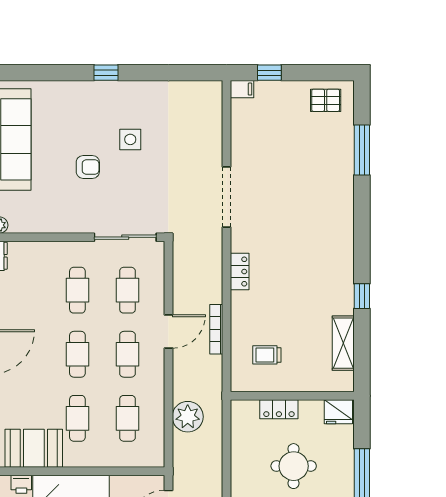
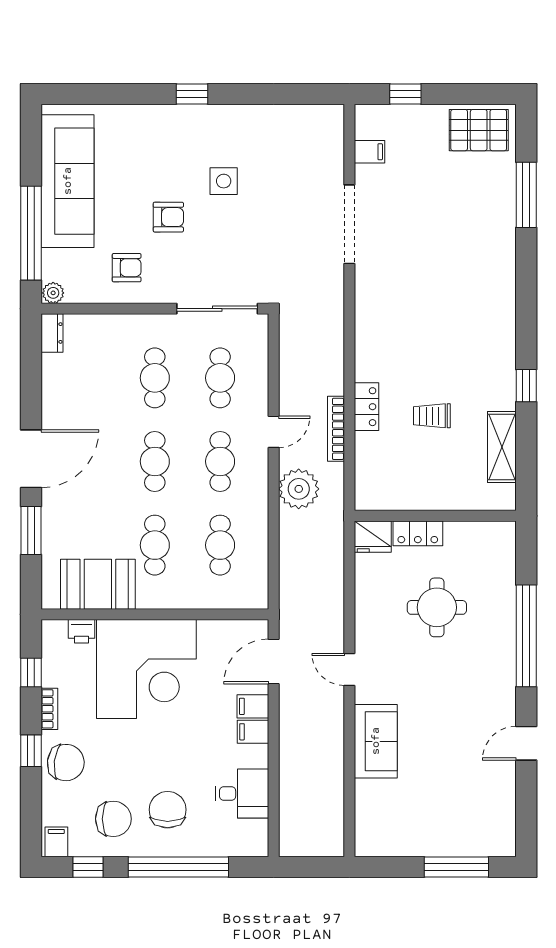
filing cabinet: (242, 89) -> (370, 152), moved
pallet: (326, 100) -> (479, 130), width x1.50, depth x1.42
doorway: (226, 197) -> (349, 224), moved
armchair: (56, 206) -> (127, 268), added
locker: (240, 272) -> (366, 407), moved
door: (168, 332) -> (274, 432), width x0.73
trolley: (267, 355) -> (432, 416), moved
fridge: (338, 412) -> (373, 537), moved
plant: (188, 417) -> (299, 489), moved

